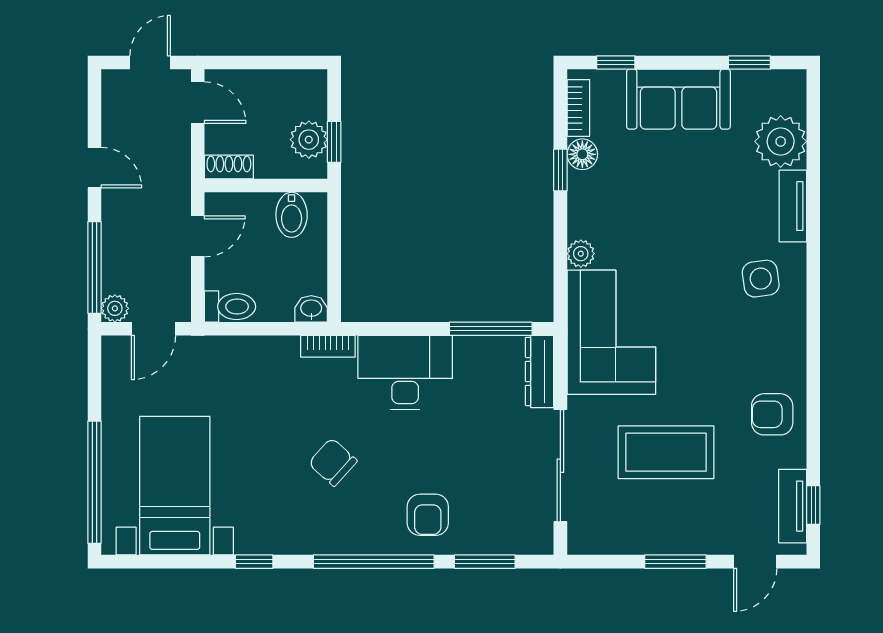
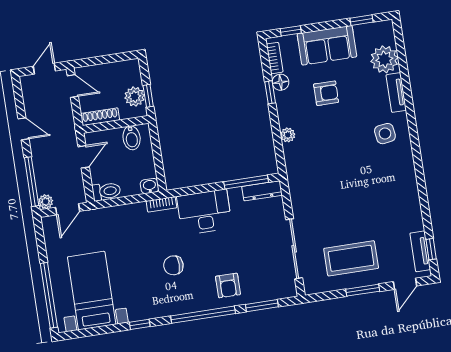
shoe rack: (229, 167) -> (100, 117), width x1.43
corner sofa: (611, 332) -> (310, 174), removed
dresser: (540, 371) -> (262, 191), moved, turned -90
armchair: (772, 414) -> (326, 93), moved, turned 180
coffee table: (666, 452) -> (351, 258), moved
chair: (333, 462) -> (173, 265), turned -42

